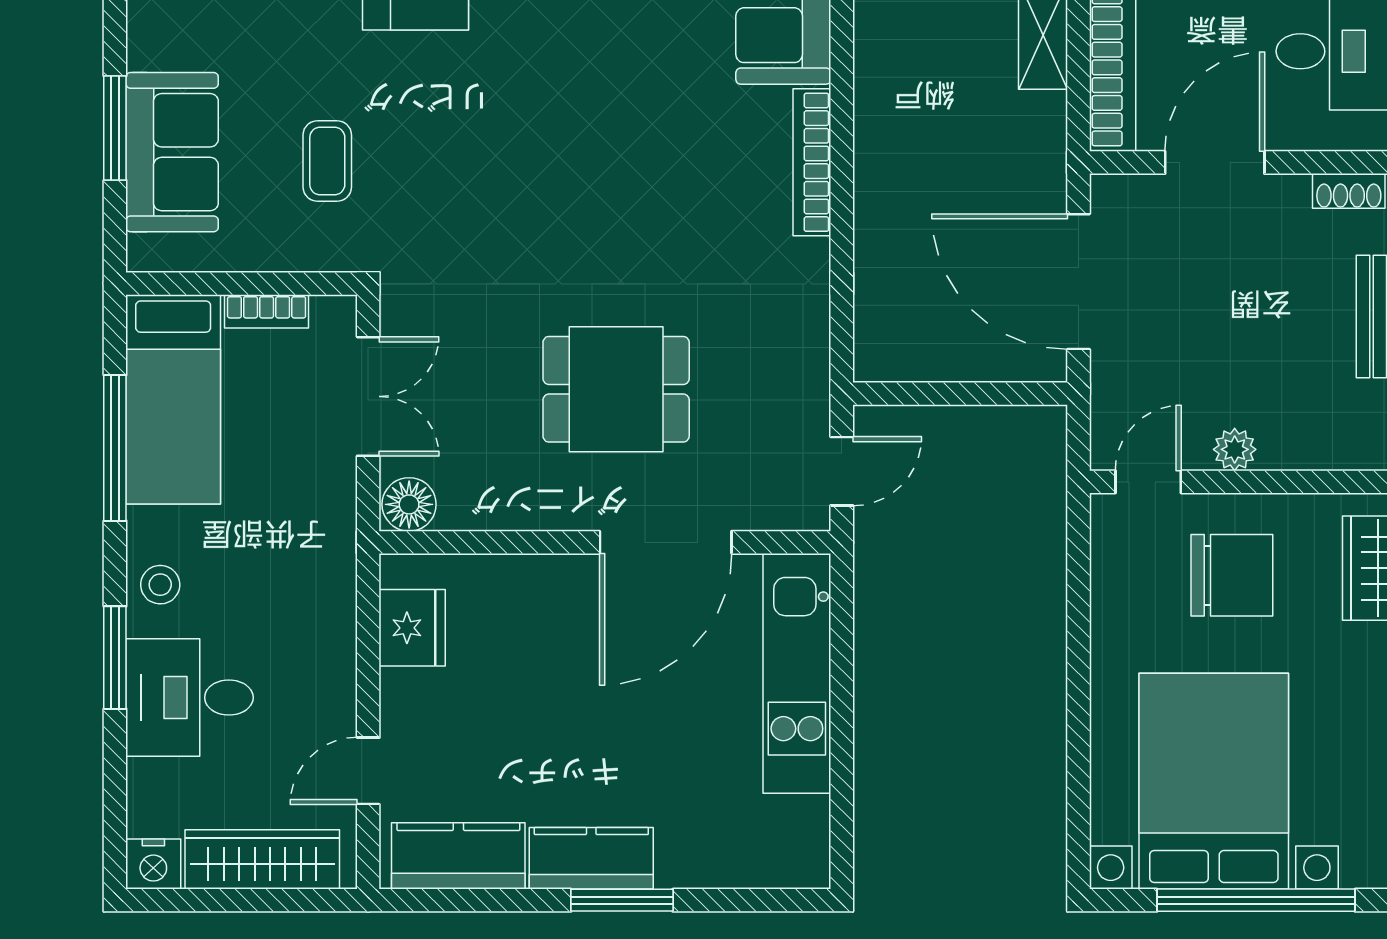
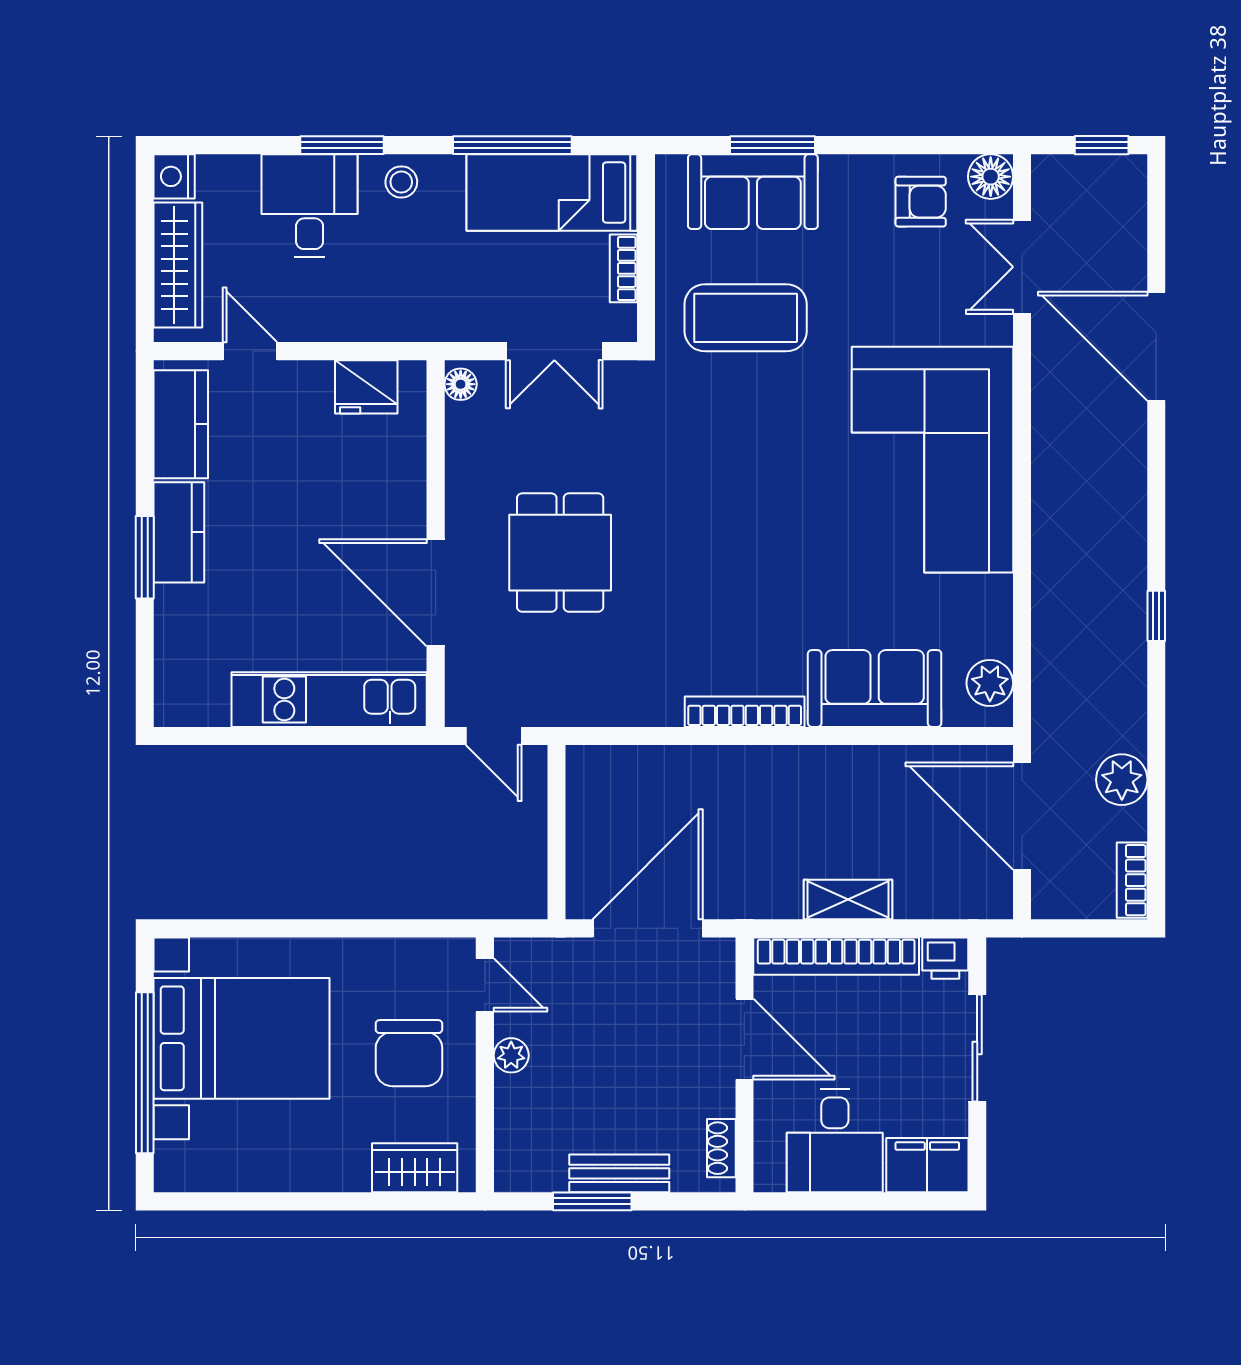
coffee table: (327, 161) -> (746, 318), width x1.86, depth x1.72
floor lamp: (409, 504) -> (461, 384), width x0.73, depth x0.73

